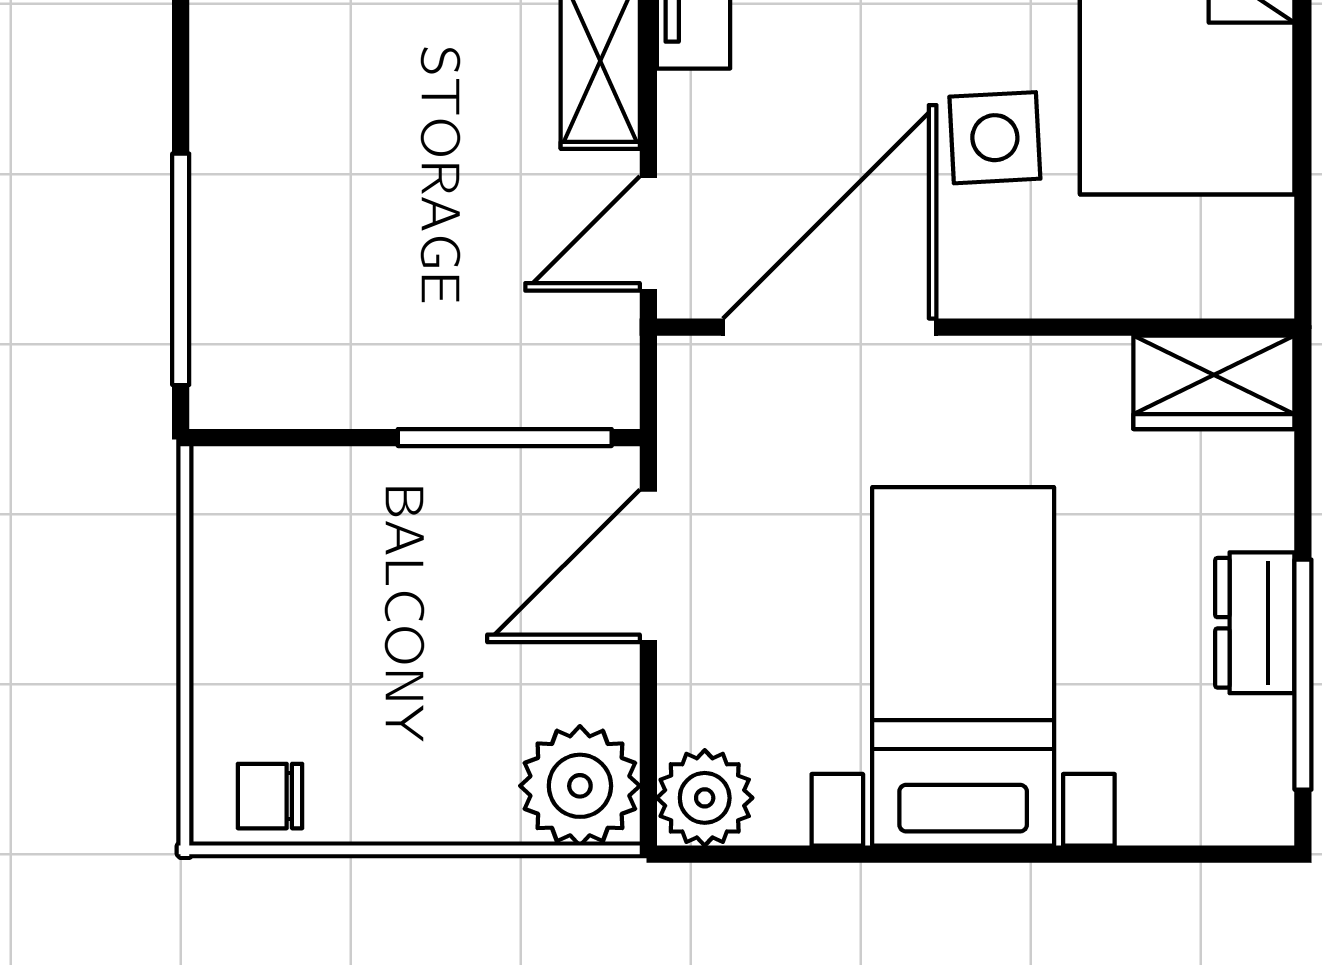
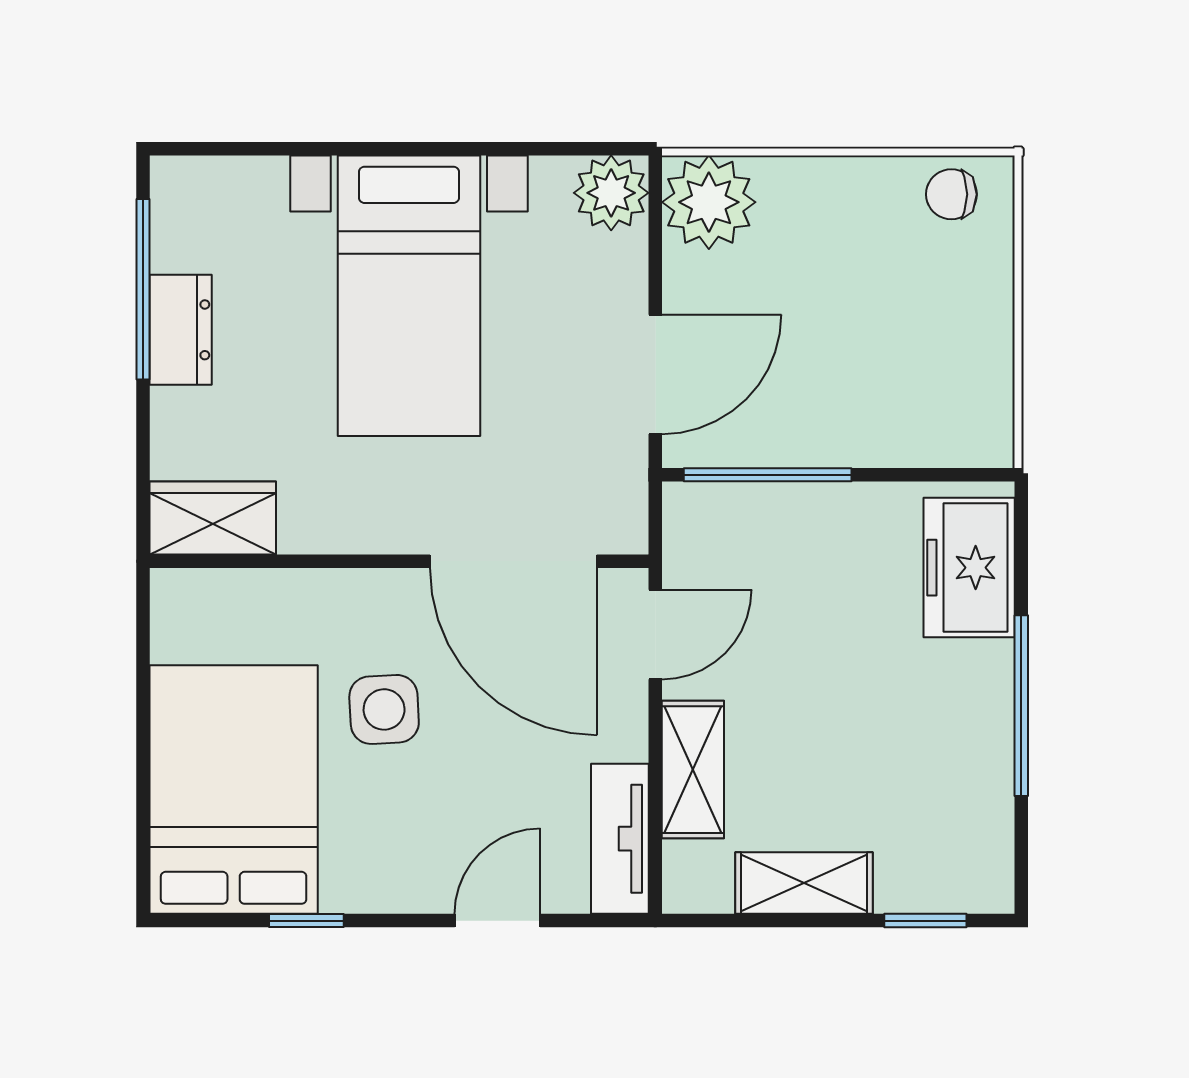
window: (181, 269) -> (1021, 706), moved
freezer: (247, 319) -> (969, 568), added
door: (830, 327) -> (513, 561), hinge flipped
chair: (270, 796) -> (951, 194), turned 180

